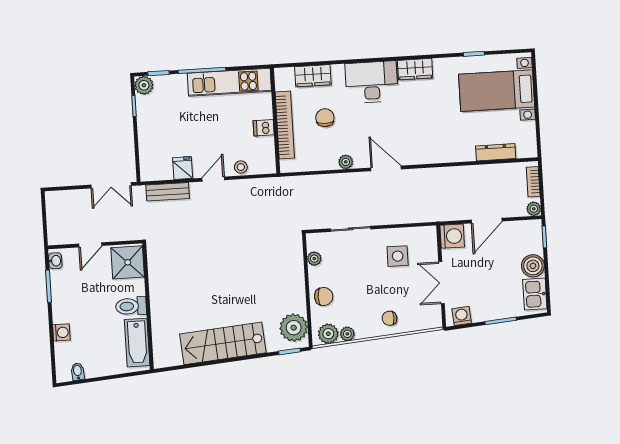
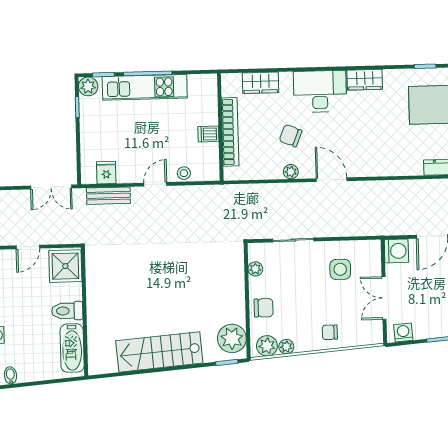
kitchen unit: (229, 82) -> (145, 87), moved
chair: (325, 118) -> (291, 136), moved, turned -68
fridge: (183, 168) -> (106, 173), moved

